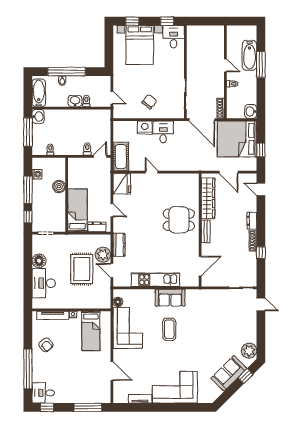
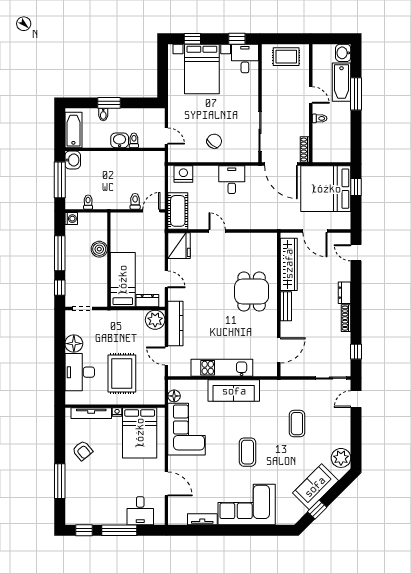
rug: (206, 35) -> (286, 57), added
window: (67, 72) -> (109, 103), width x0.47
washbasin: (251, 111) -> (343, 53), moved
nightstand: (145, 128) -> (183, 174), moved
window: (261, 150) -> (356, 187), moved
washing machine: (37, 174) -> (71, 219), moved
dining table: (179, 220) -> (252, 292), turned 90
kitchen counter: (119, 245) -> (175, 323), width x1.50
window: (261, 253) -> (356, 352), moved
plant: (103, 255) -> (155, 320), moved
rug: (82, 269) -> (122, 374), moved
sofa: (170, 298) -> (234, 391), width x1.36
door: (261, 304) -> (356, 399), swing flipped
coffee table: (214, 324) -> (297, 424), added
coffee table: (169, 329) -> (247, 452), moved
bed: (91, 331) -> (140, 433), width x1.50
window: (28, 369) -> (60, 481), width x0.68
window: (245, 376) -> (317, 510), moved
desk: (43, 393) -> (140, 511), moved, turned -90
window: (88, 407) -> (119, 530), moved

